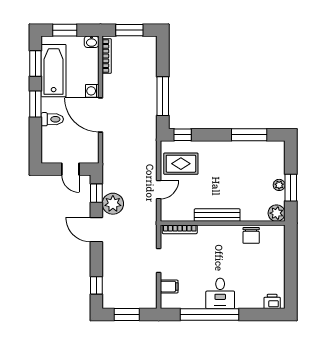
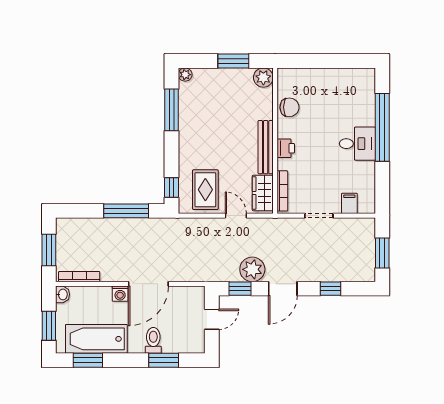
window: (35, 104) -> (164, 360), moved
plant: (279, 185) -> (185, 75), moved
wardrobe: (178, 213) -> (263, 193), added
window: (96, 285) -> (330, 289), moved
printer: (272, 301) -> (286, 148), moved, turned 180
window: (210, 315) -> (382, 127), moved

